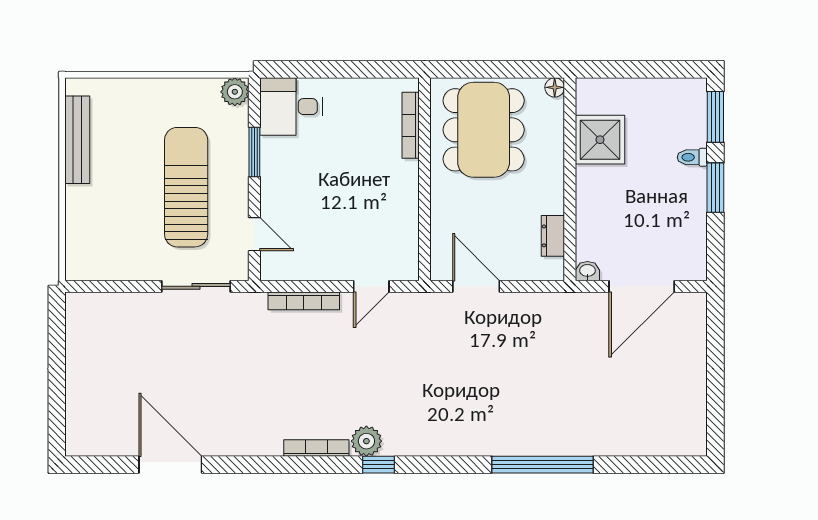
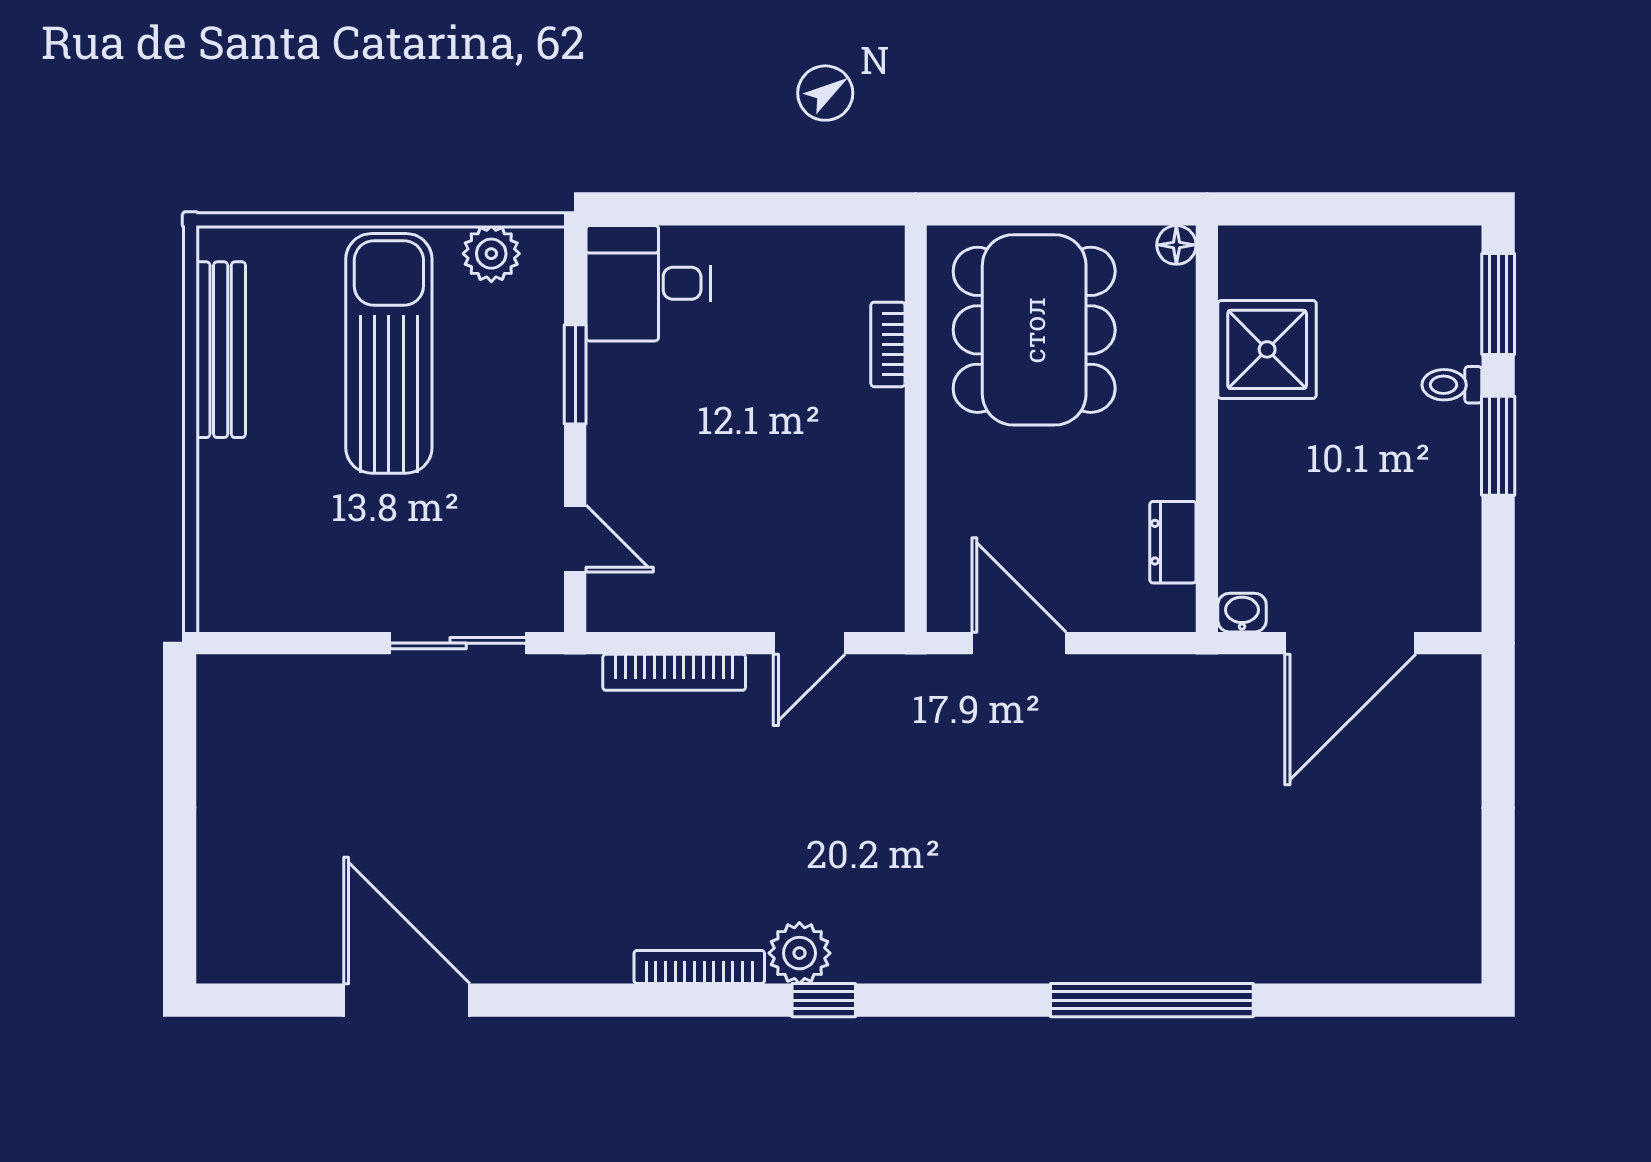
plant: (235, 92) -> (491, 254), moved
bookcase: (411, 125) -> (888, 344), width x0.64
sun lounger: (186, 187) -> (389, 353), moved

